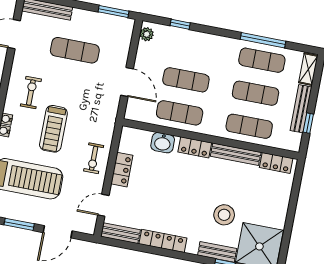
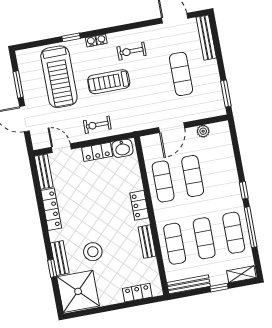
window: (180, 24) -> (244, 190), moved
plant: (147, 34) -> (203, 131), moved
exercise bike: (31, 92) -> (132, 51), turned 180
bench: (301, 109) -> (189, 284), moved
window: (308, 123) -> (219, 288), moved
washbasin: (163, 143) -> (122, 148), moved, turned -90
bench: (236, 154) -> (147, 242), width x0.73
locker: (276, 163) -> (137, 293), moved, turned 90

